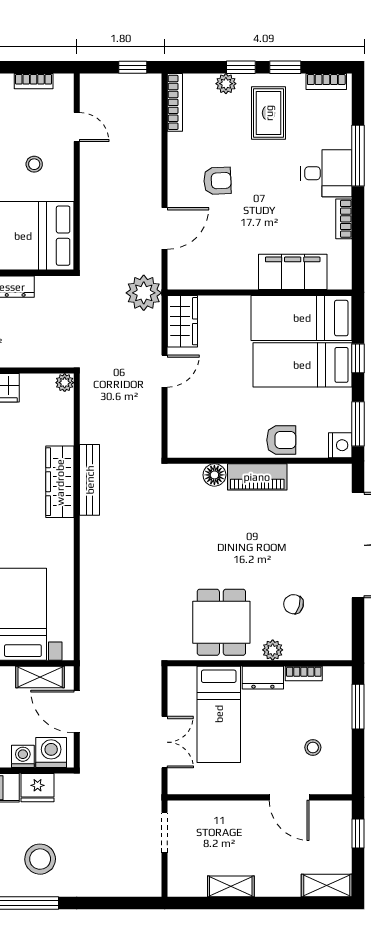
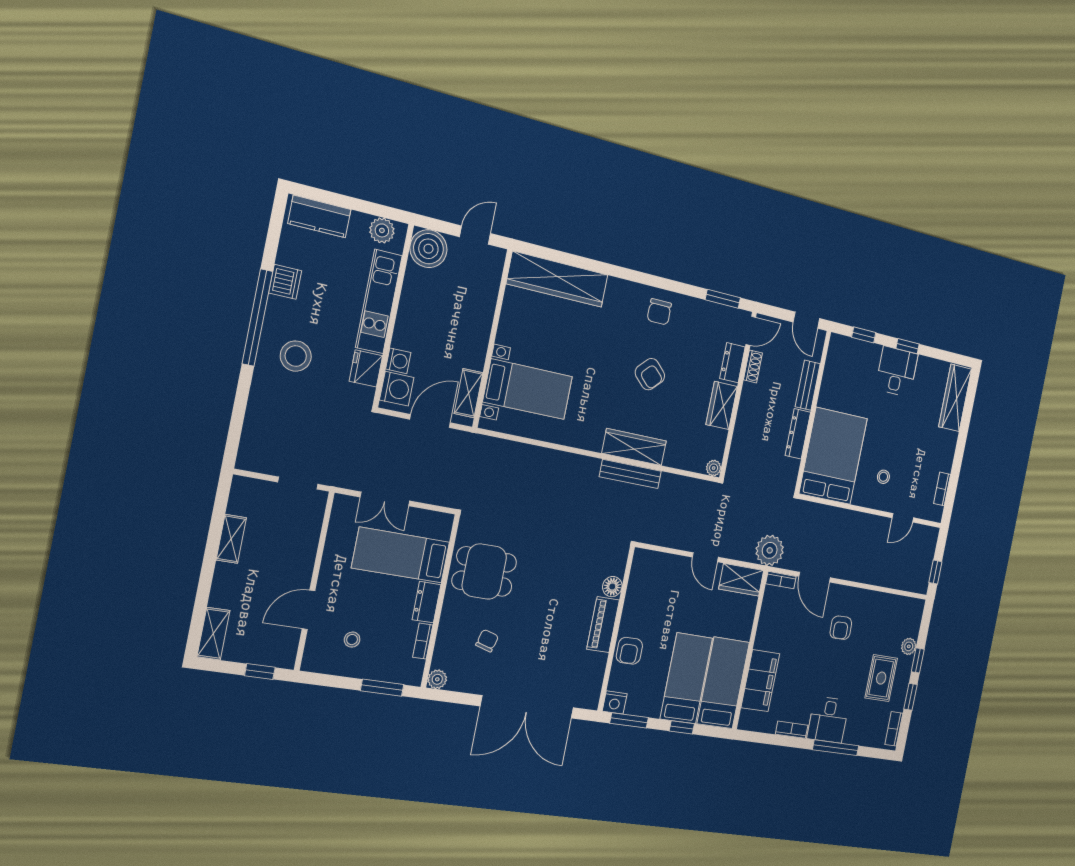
bookcase: (175, 102) -> (781, 580), moved, width x0.64
rug: (269, 113) -> (881, 678), turned 90
plant: (273, 650) -> (437, 679), moved

